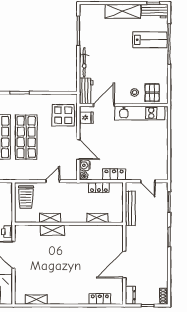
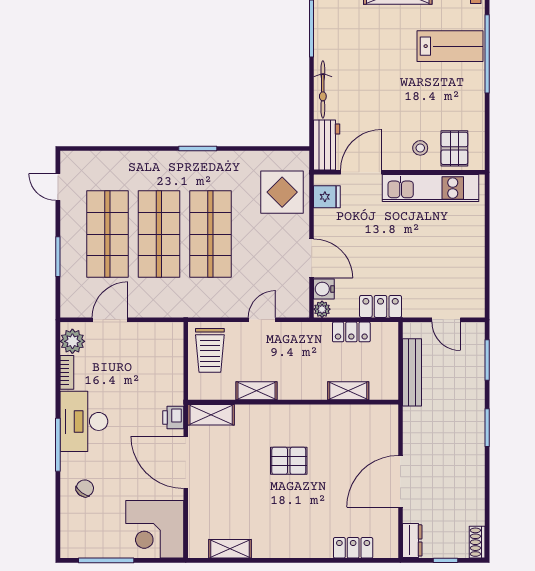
shelving: (52, 230) -> (211, 415), moved
pallet: (67, 254) -> (289, 461), added

